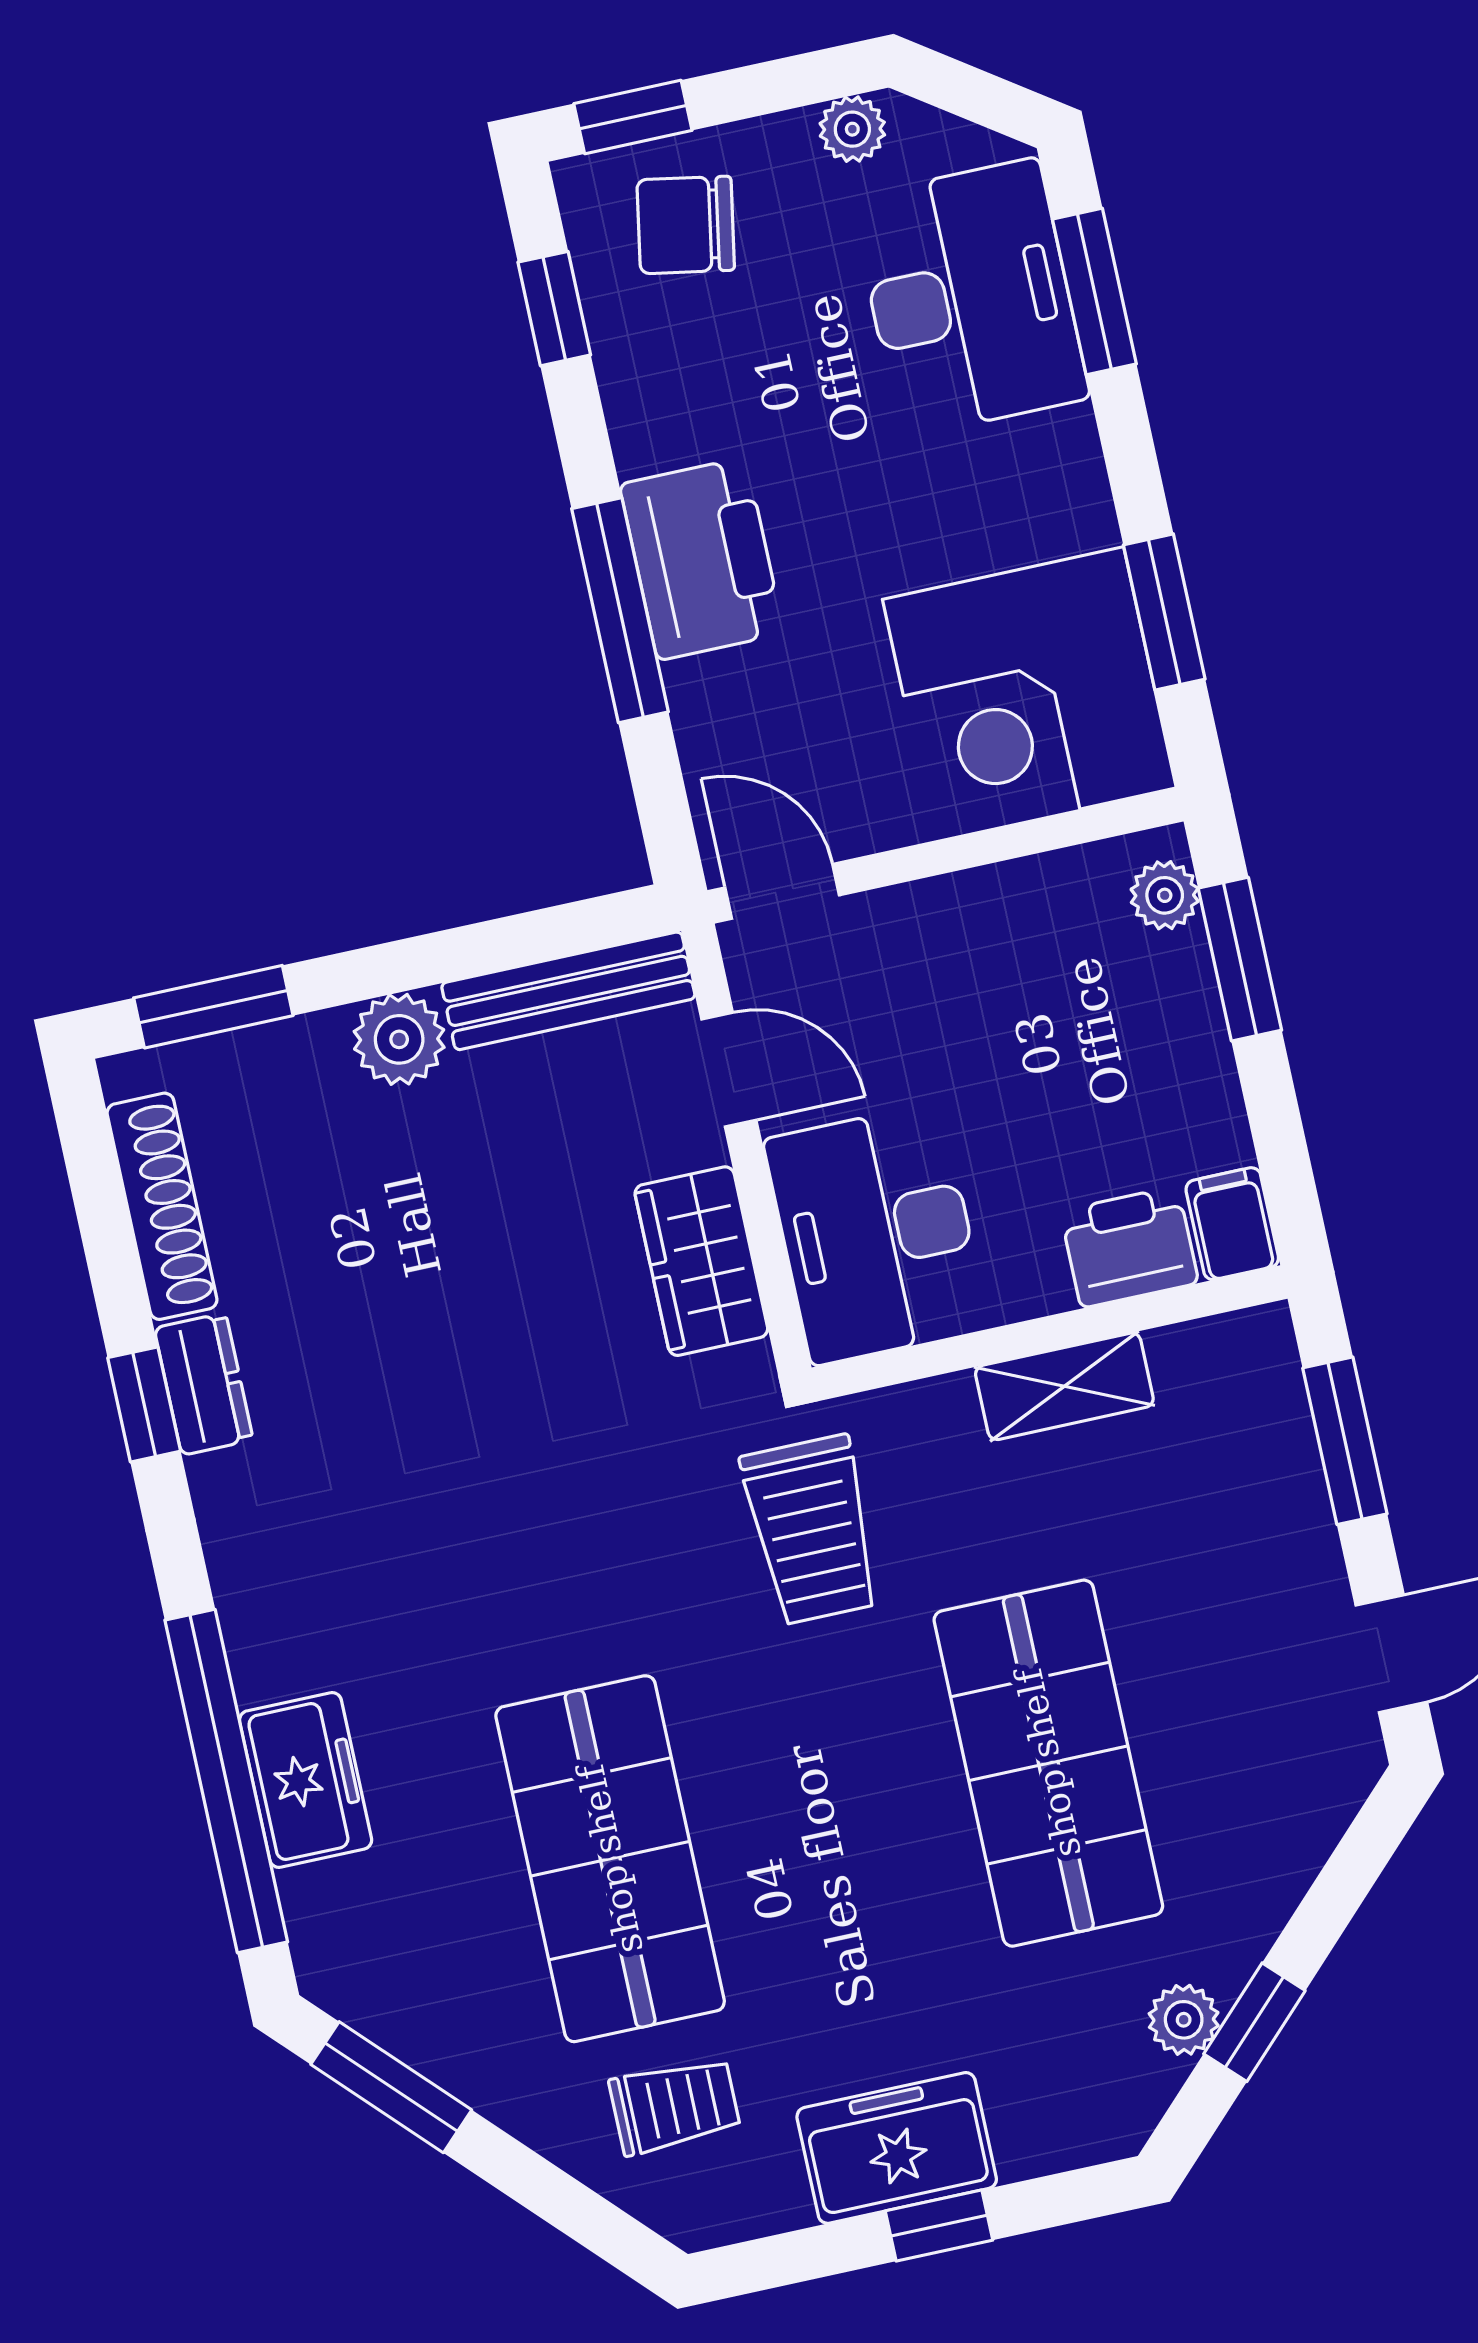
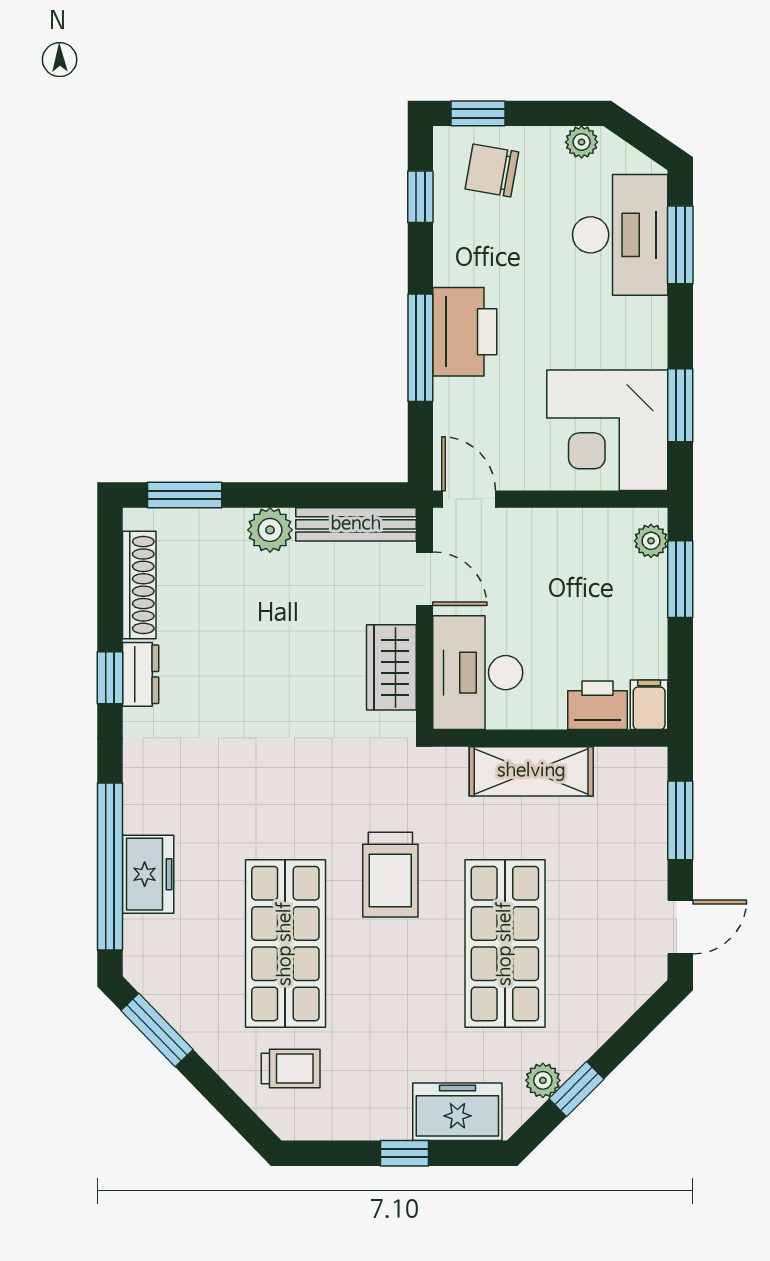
shelving: (1064, 1386) -> (531, 771), width x1.50, depth x1.33
trolley: (812, 1530) -> (390, 875), moved
freezer: (897, 2148) -> (457, 1112), moved

